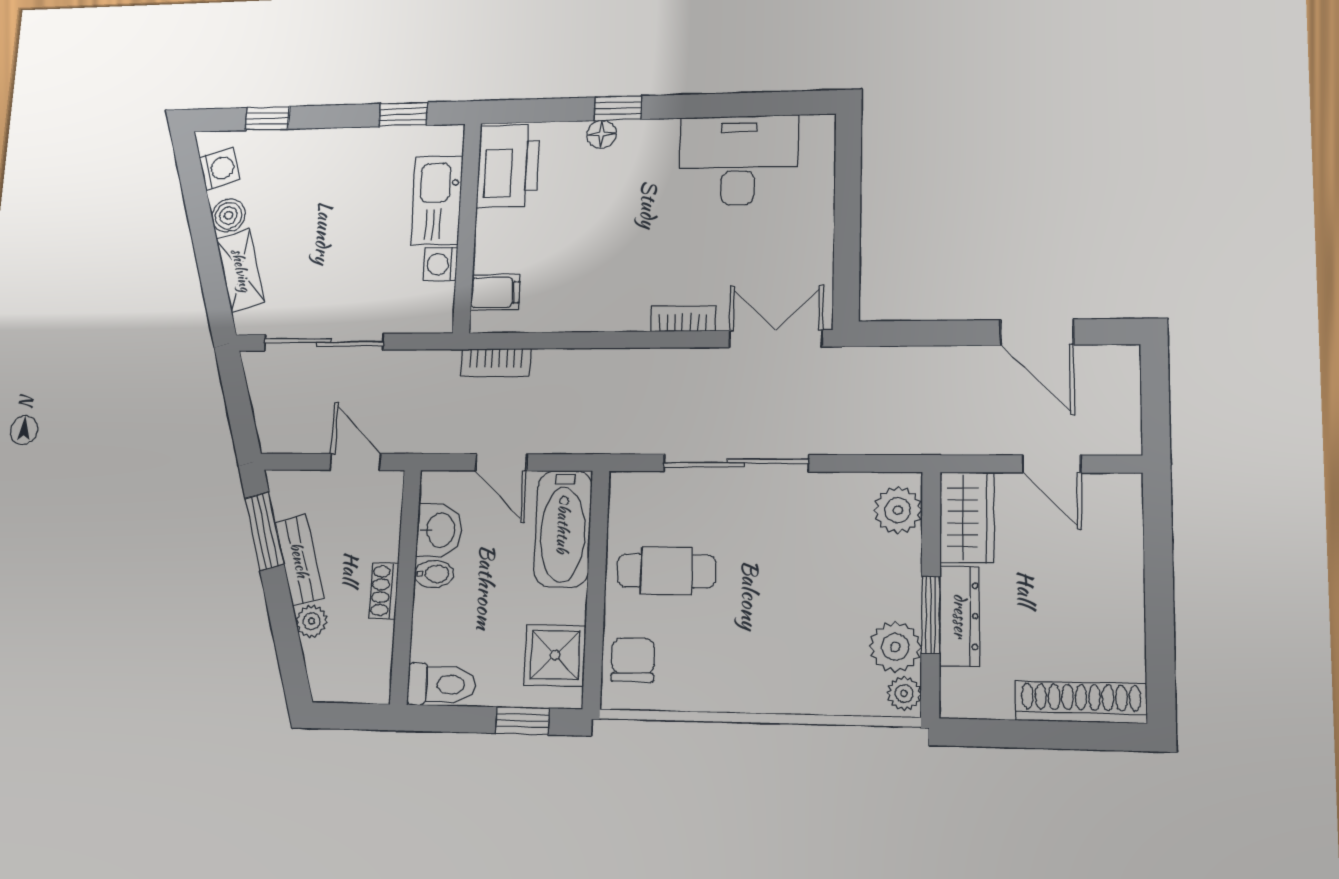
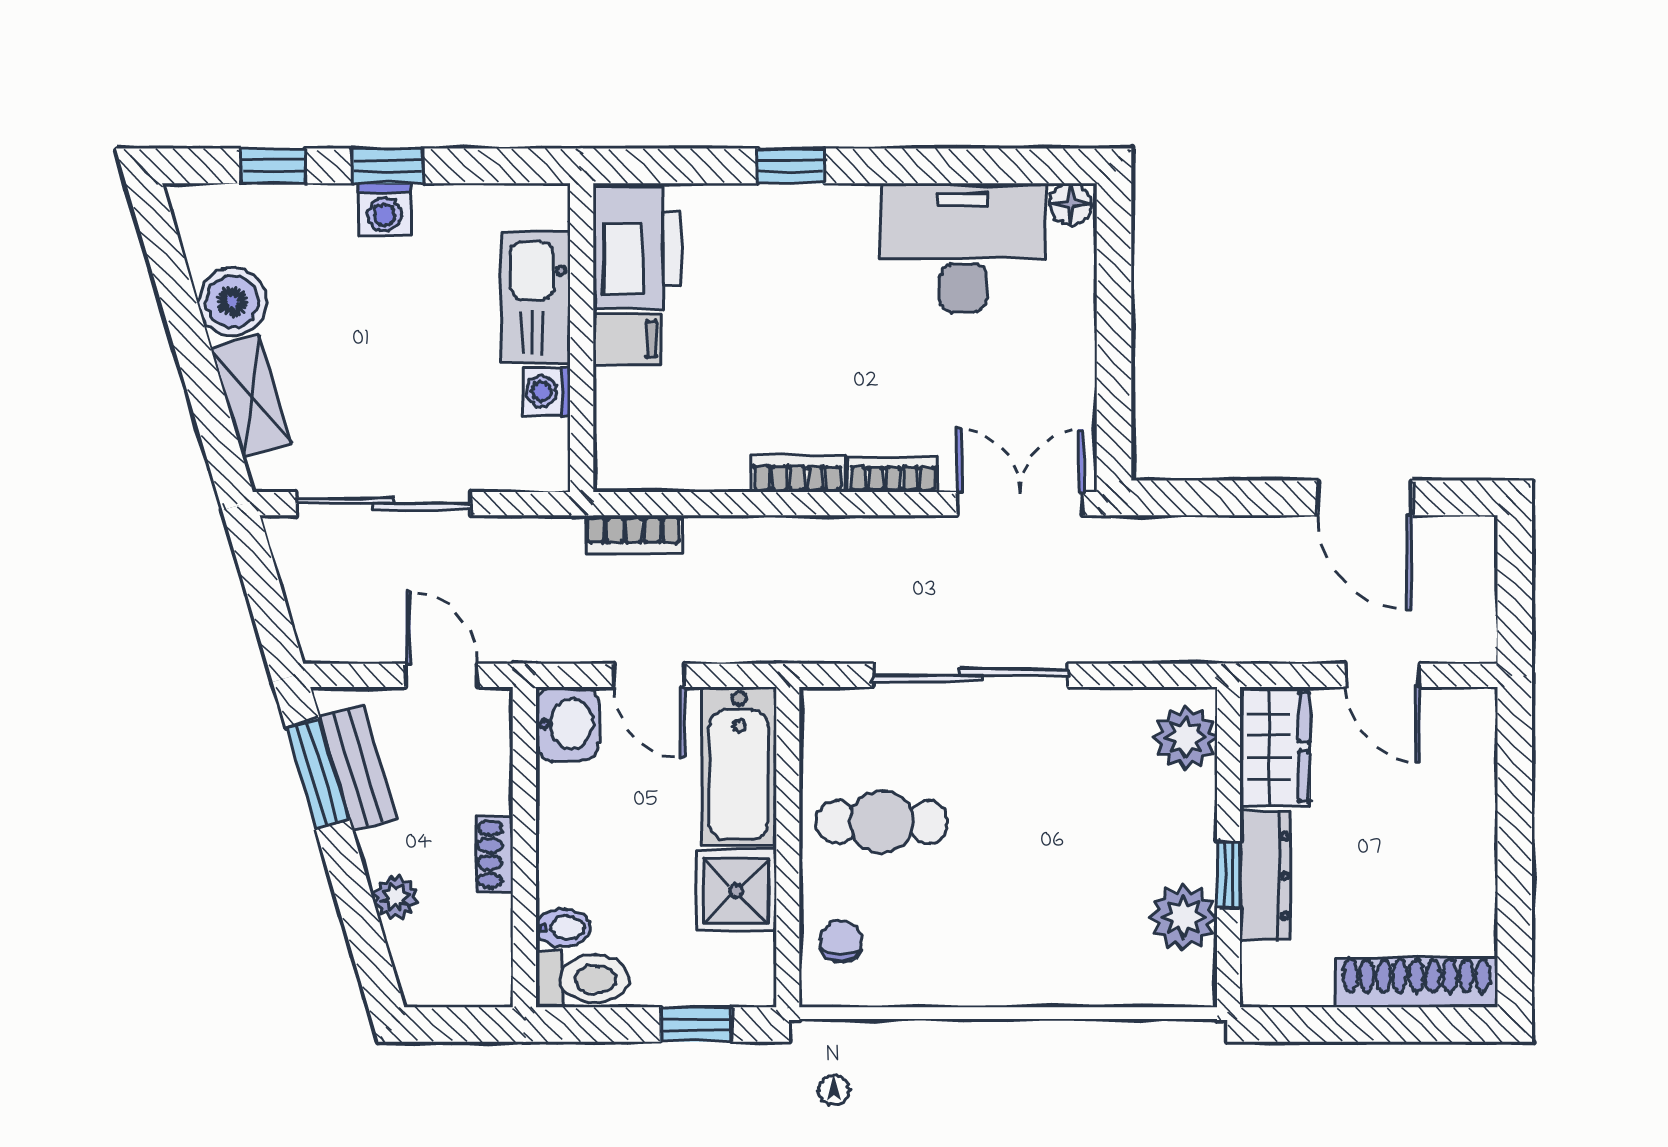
window: (403, 114) -> (388, 166), moved
floor lamp: (601, 134) -> (1071, 204), moved
washing machine: (220, 169) -> (384, 209), moved, turned 106
boiler: (228, 215) -> (232, 302), width x1.36, depth x1.36
filing cabinet: (495, 292) -> (627, 339), moved
bookcase: (614, 319) -> (797, 474), added
washbasin: (439, 530) -> (567, 724), moved
bench: (299, 560) -> (358, 768), moved
bidet: (434, 574) -> (563, 928), moved
window: (931, 615) -> (1229, 875), width x0.67
shower: (555, 655) -> (736, 891), moved
chair: (633, 660) -> (841, 941), width x0.73, depth x0.73
plant: (904, 693) -> (1195, 977), removed

